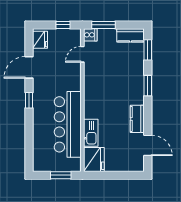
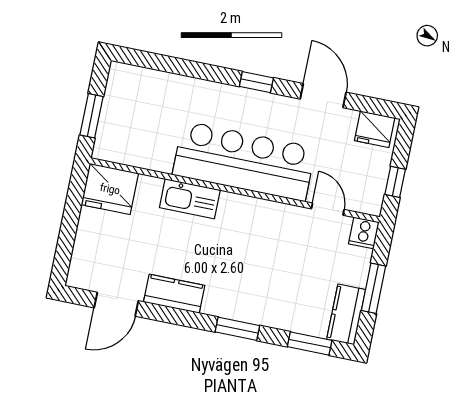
window: (104, 25) -> (374, 288), moved
bar counter: (68, 124) -> (244, 161), moved
kitchen sink: (91, 133) -> (190, 199), moved

